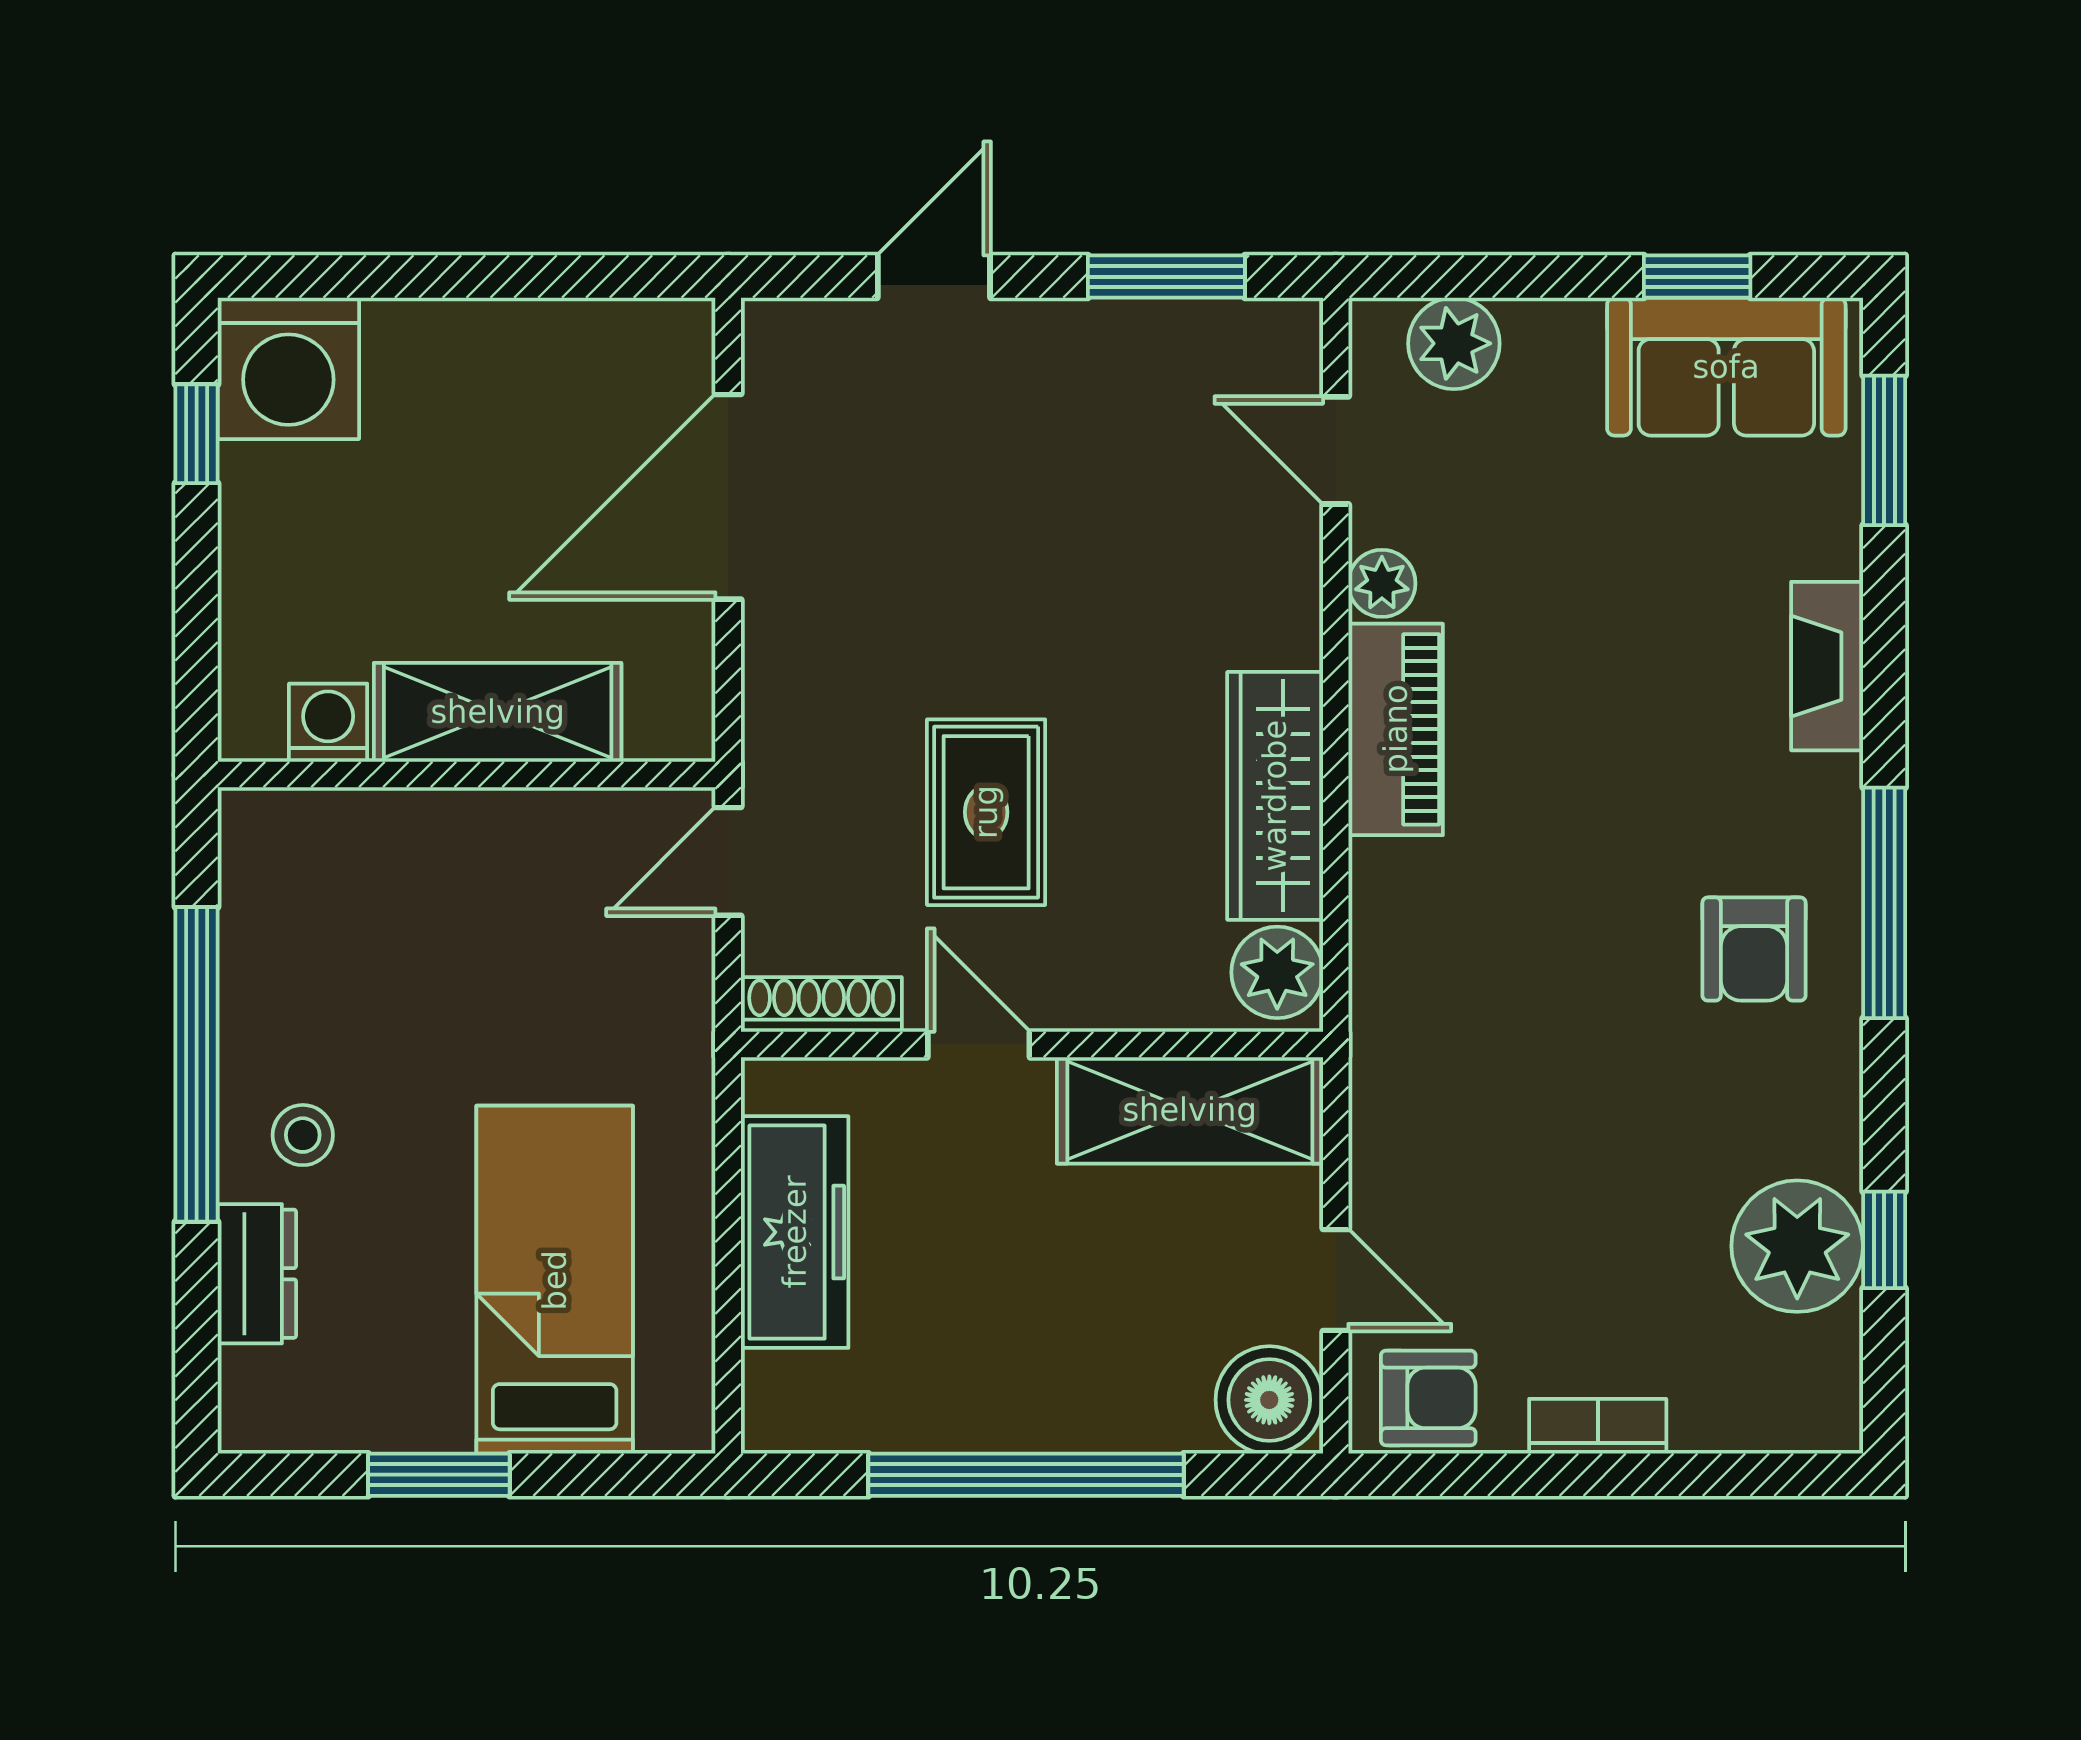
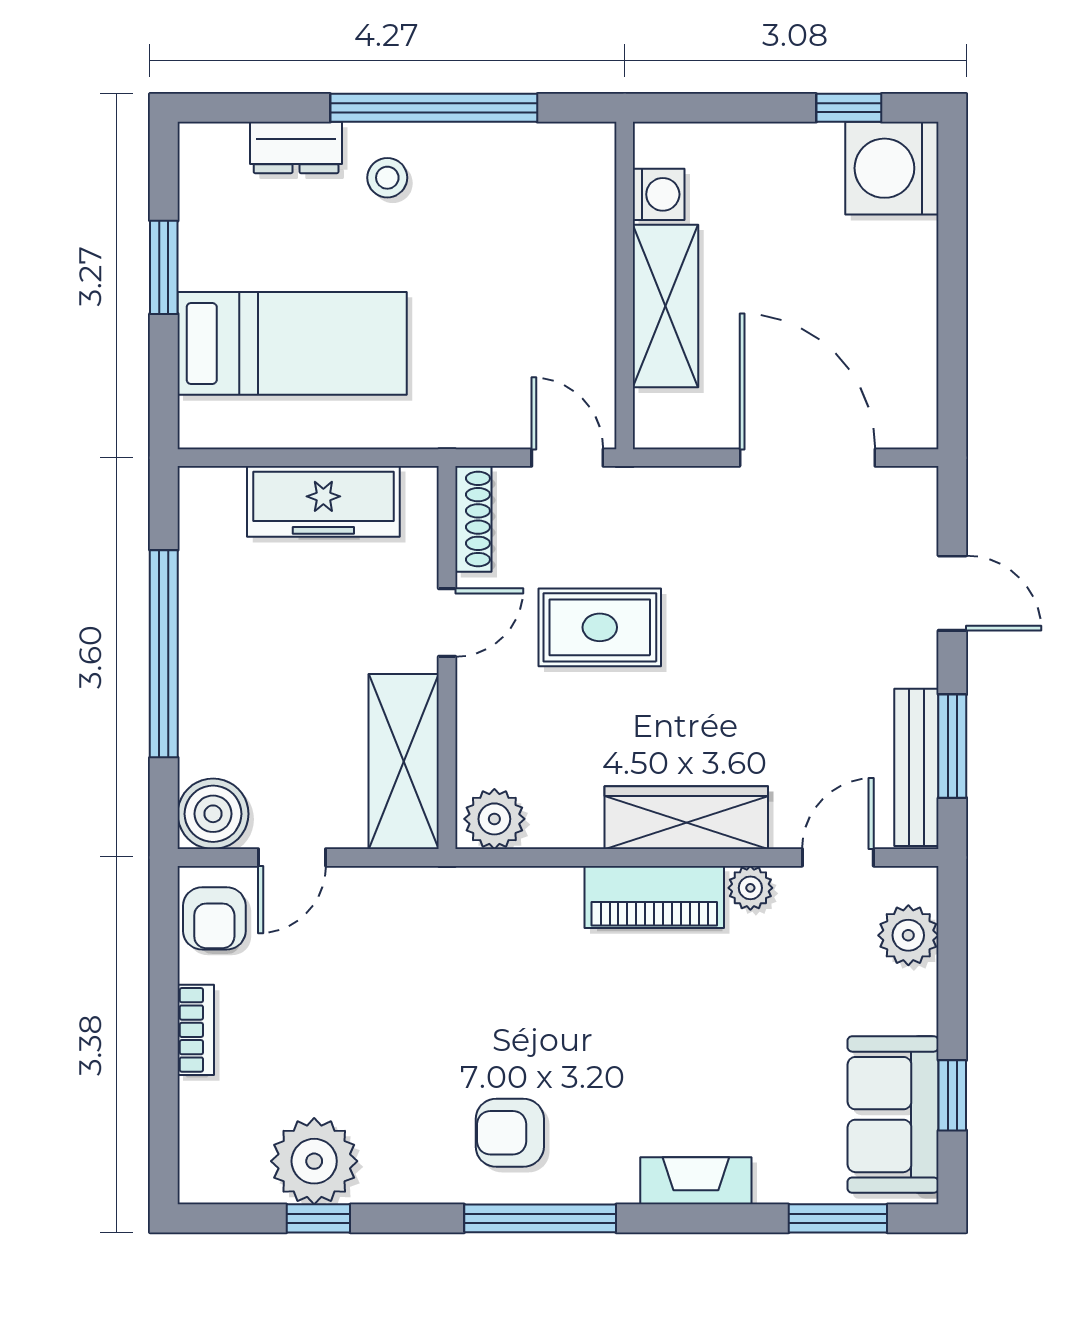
bench: (1199, 331) -> (916, 767), added
wardrobe: (1275, 796) -> (686, 818), moved

